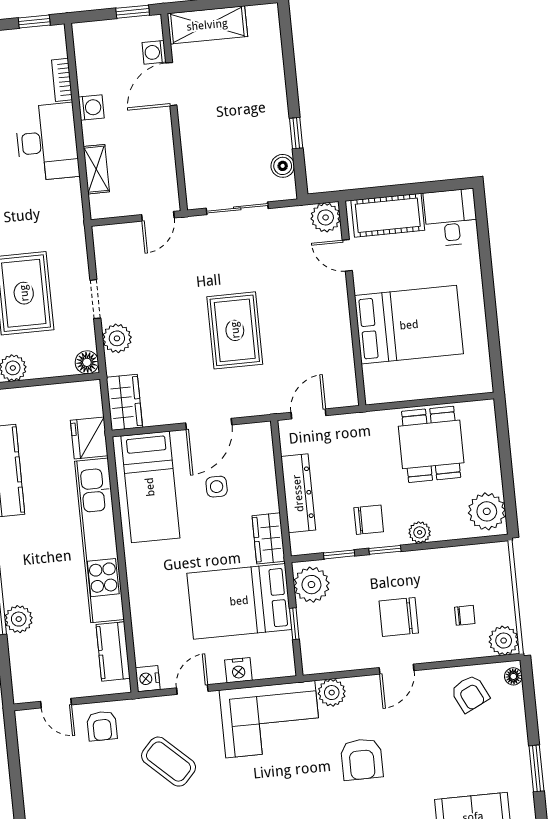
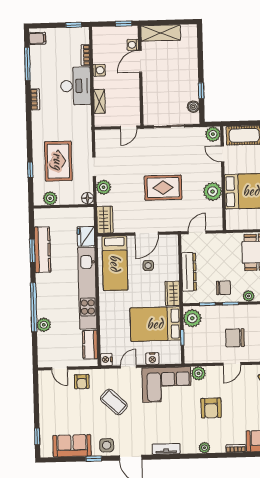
rug: (235, 330) -> (163, 188), turned 90
plant: (333, 331) -> (213, 192), added

